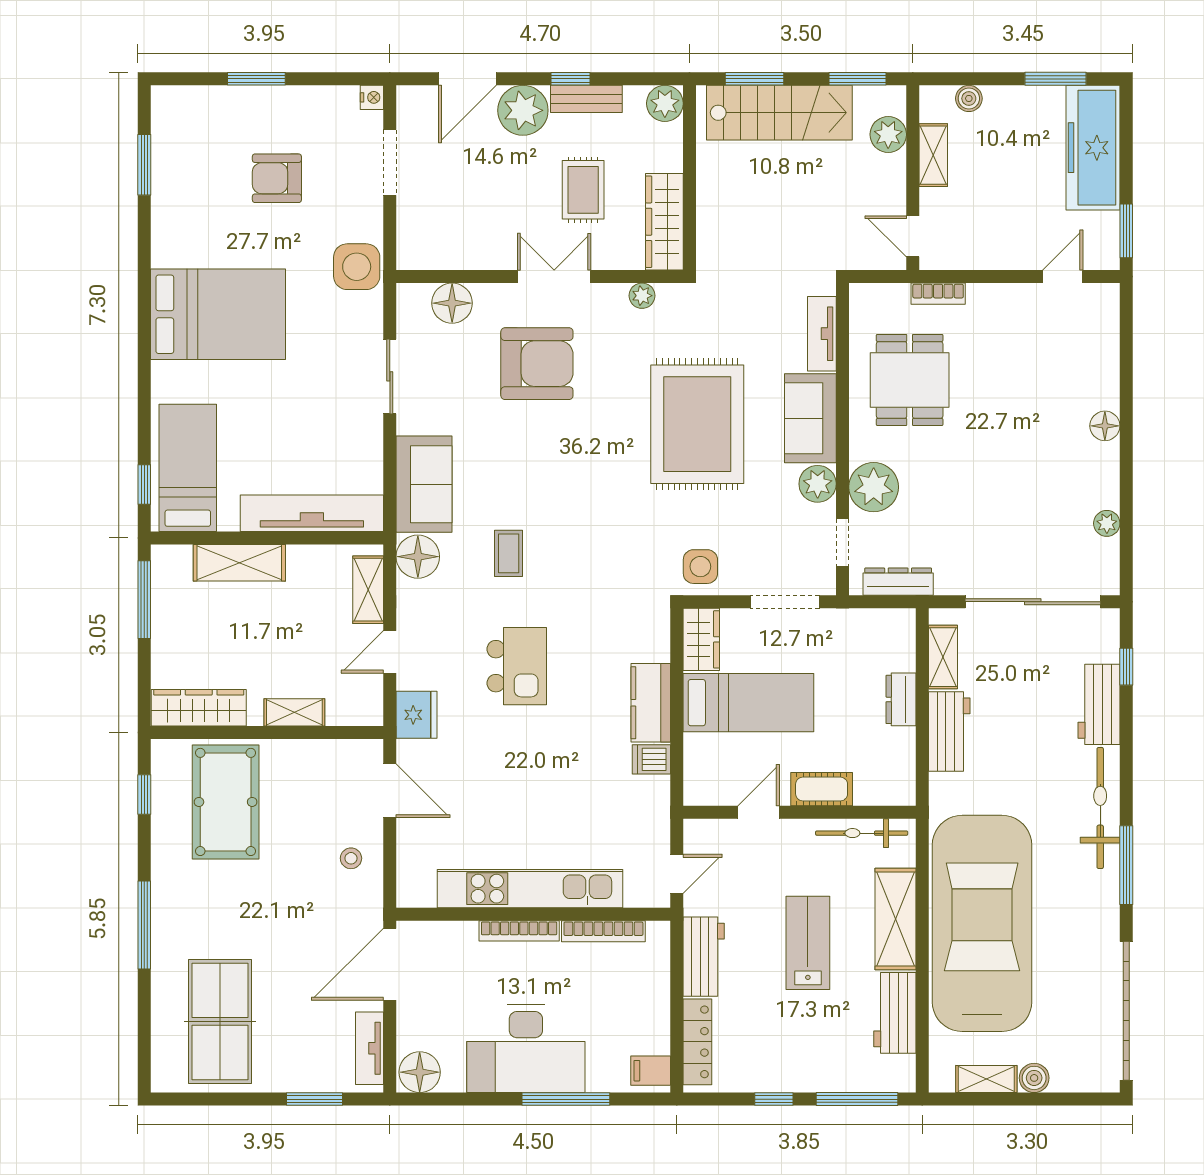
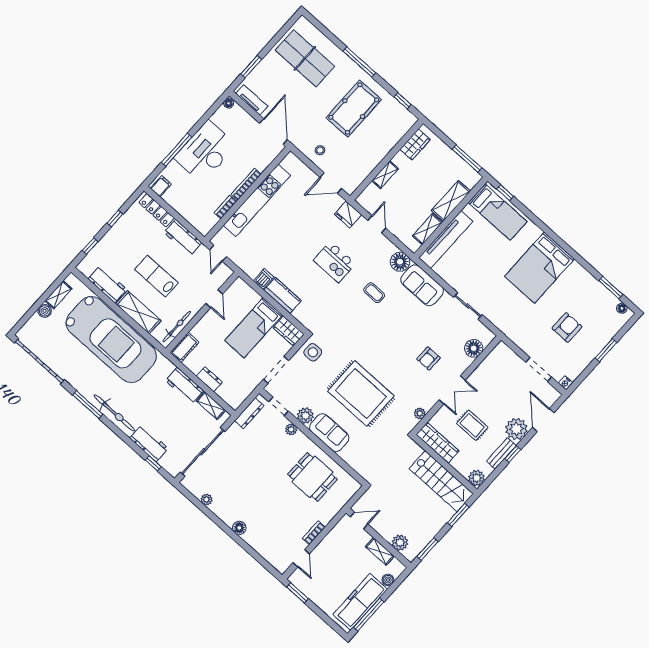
window: (1056, 79) -> (369, 615), width x1.44
stairs: (779, 113) -> (441, 481), moved, turned -90
floor lamp: (162, 115) -> (622, 308), added
freezer: (1093, 148) -> (360, 602), moved, turned -90
side table: (357, 267) -> (514, 328), removed
bookcase: (938, 294) -> (314, 533), moved
tv unit: (822, 334) -> (354, 462), removed
armchair: (537, 364) -> (428, 358), width x0.53, depth x0.53
plant: (874, 487) -> (291, 429), width x0.53, depth x0.53
shelving: (368, 590) -> (427, 229), moved, turned 90
wardrobe: (199, 708) -> (415, 144), width x0.67
cot: (822, 789) -> (184, 347), moved
pool table: (226, 802) -> (354, 109), moved, turned 90
bookcase: (603, 931) -> (225, 207), width x0.64
lab bench: (808, 943) -> (156, 276), turned 180
floor lamp: (420, 1072) -> (229, 103), width x0.53, depth x0.53
window: (857, 1099) -> (90, 246), width x0.46

